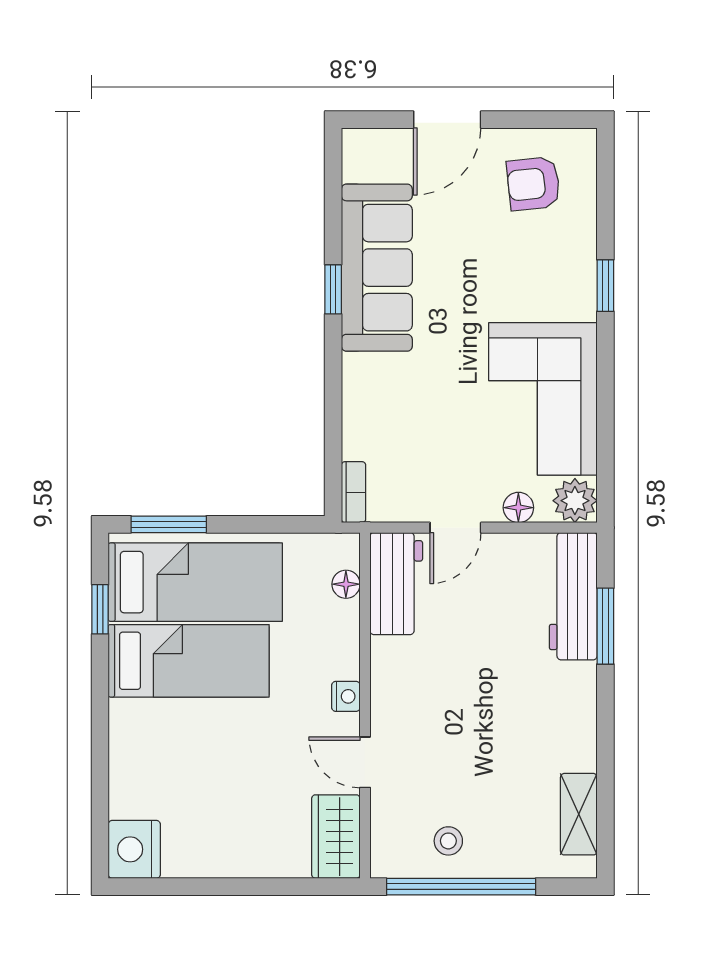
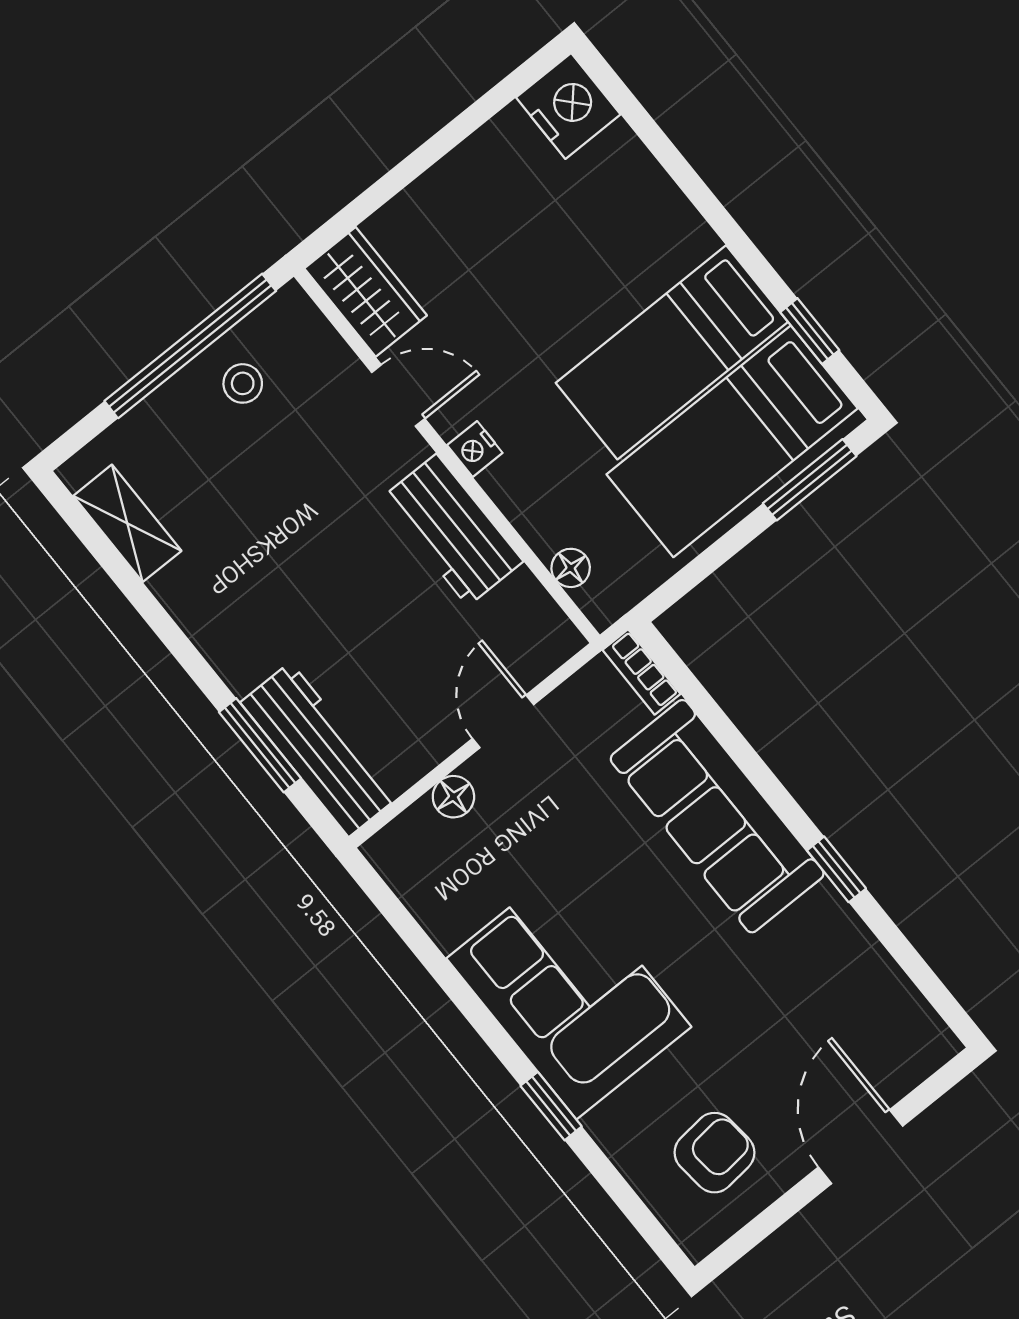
sofa: (377, 268) -> (717, 816), moved
corner sofa: (543, 399) -> (569, 993), moved
plant: (575, 501) -> (400, 852), removed
workbench: (396, 584) -> (452, 530), moved

